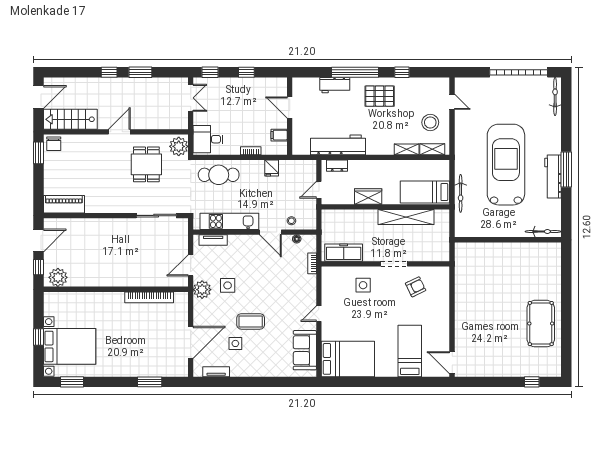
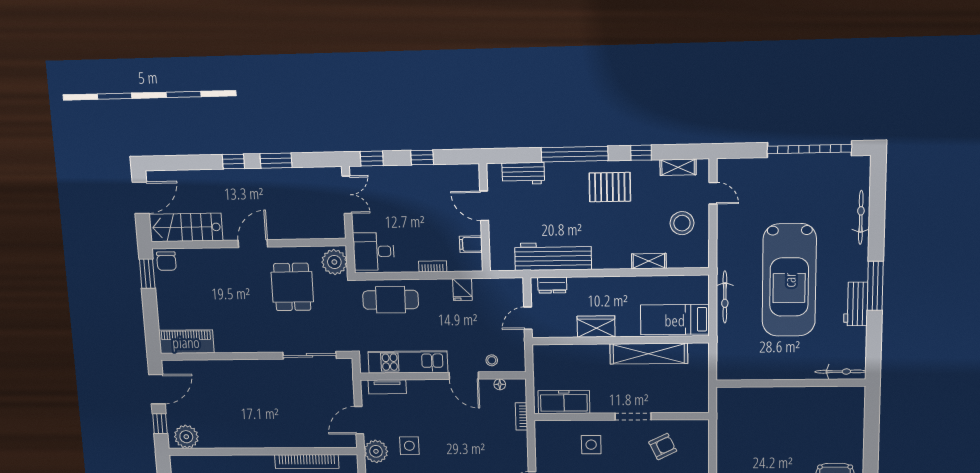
workbench: (335, 85) -> (523, 173), moved
bicycle: (555, 97) -> (861, 217), moved
shelving: (432, 149) -> (678, 167), moved
car: (506, 165) -> (789, 280), turned 180
workbench: (553, 176) -> (856, 304), width x0.73
bicycle: (461, 193) -> (725, 297), moved

